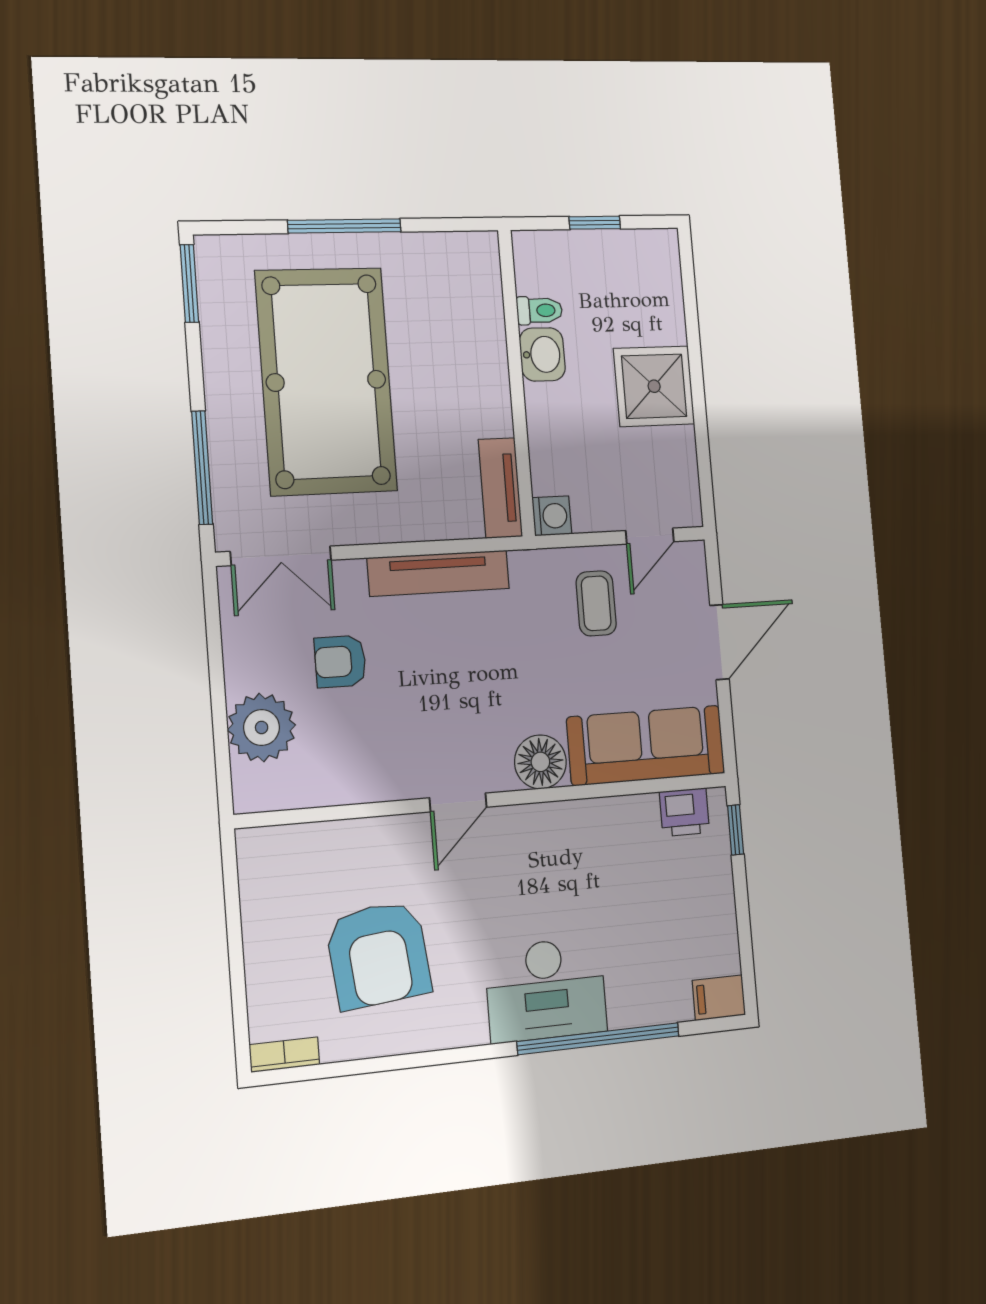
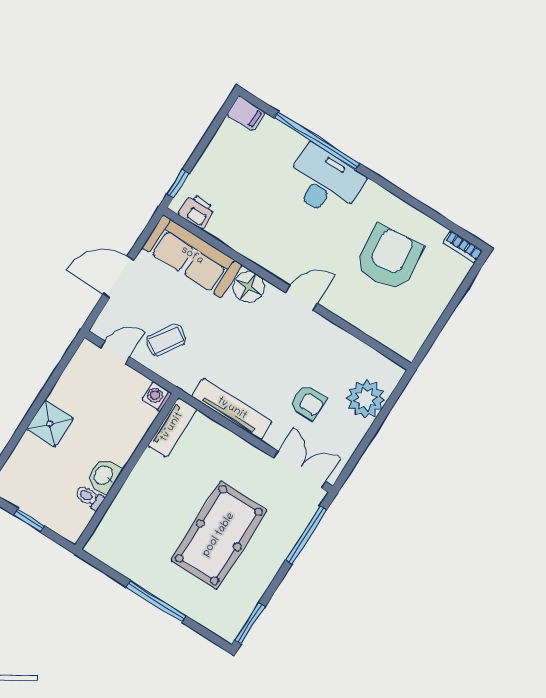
pool table: (326, 381) -> (219, 535), width x0.73, depth x0.76
shower: (654, 386) -> (50, 424), width x0.73, depth x0.73
coffee table: (596, 603) -> (166, 340), turned 33

